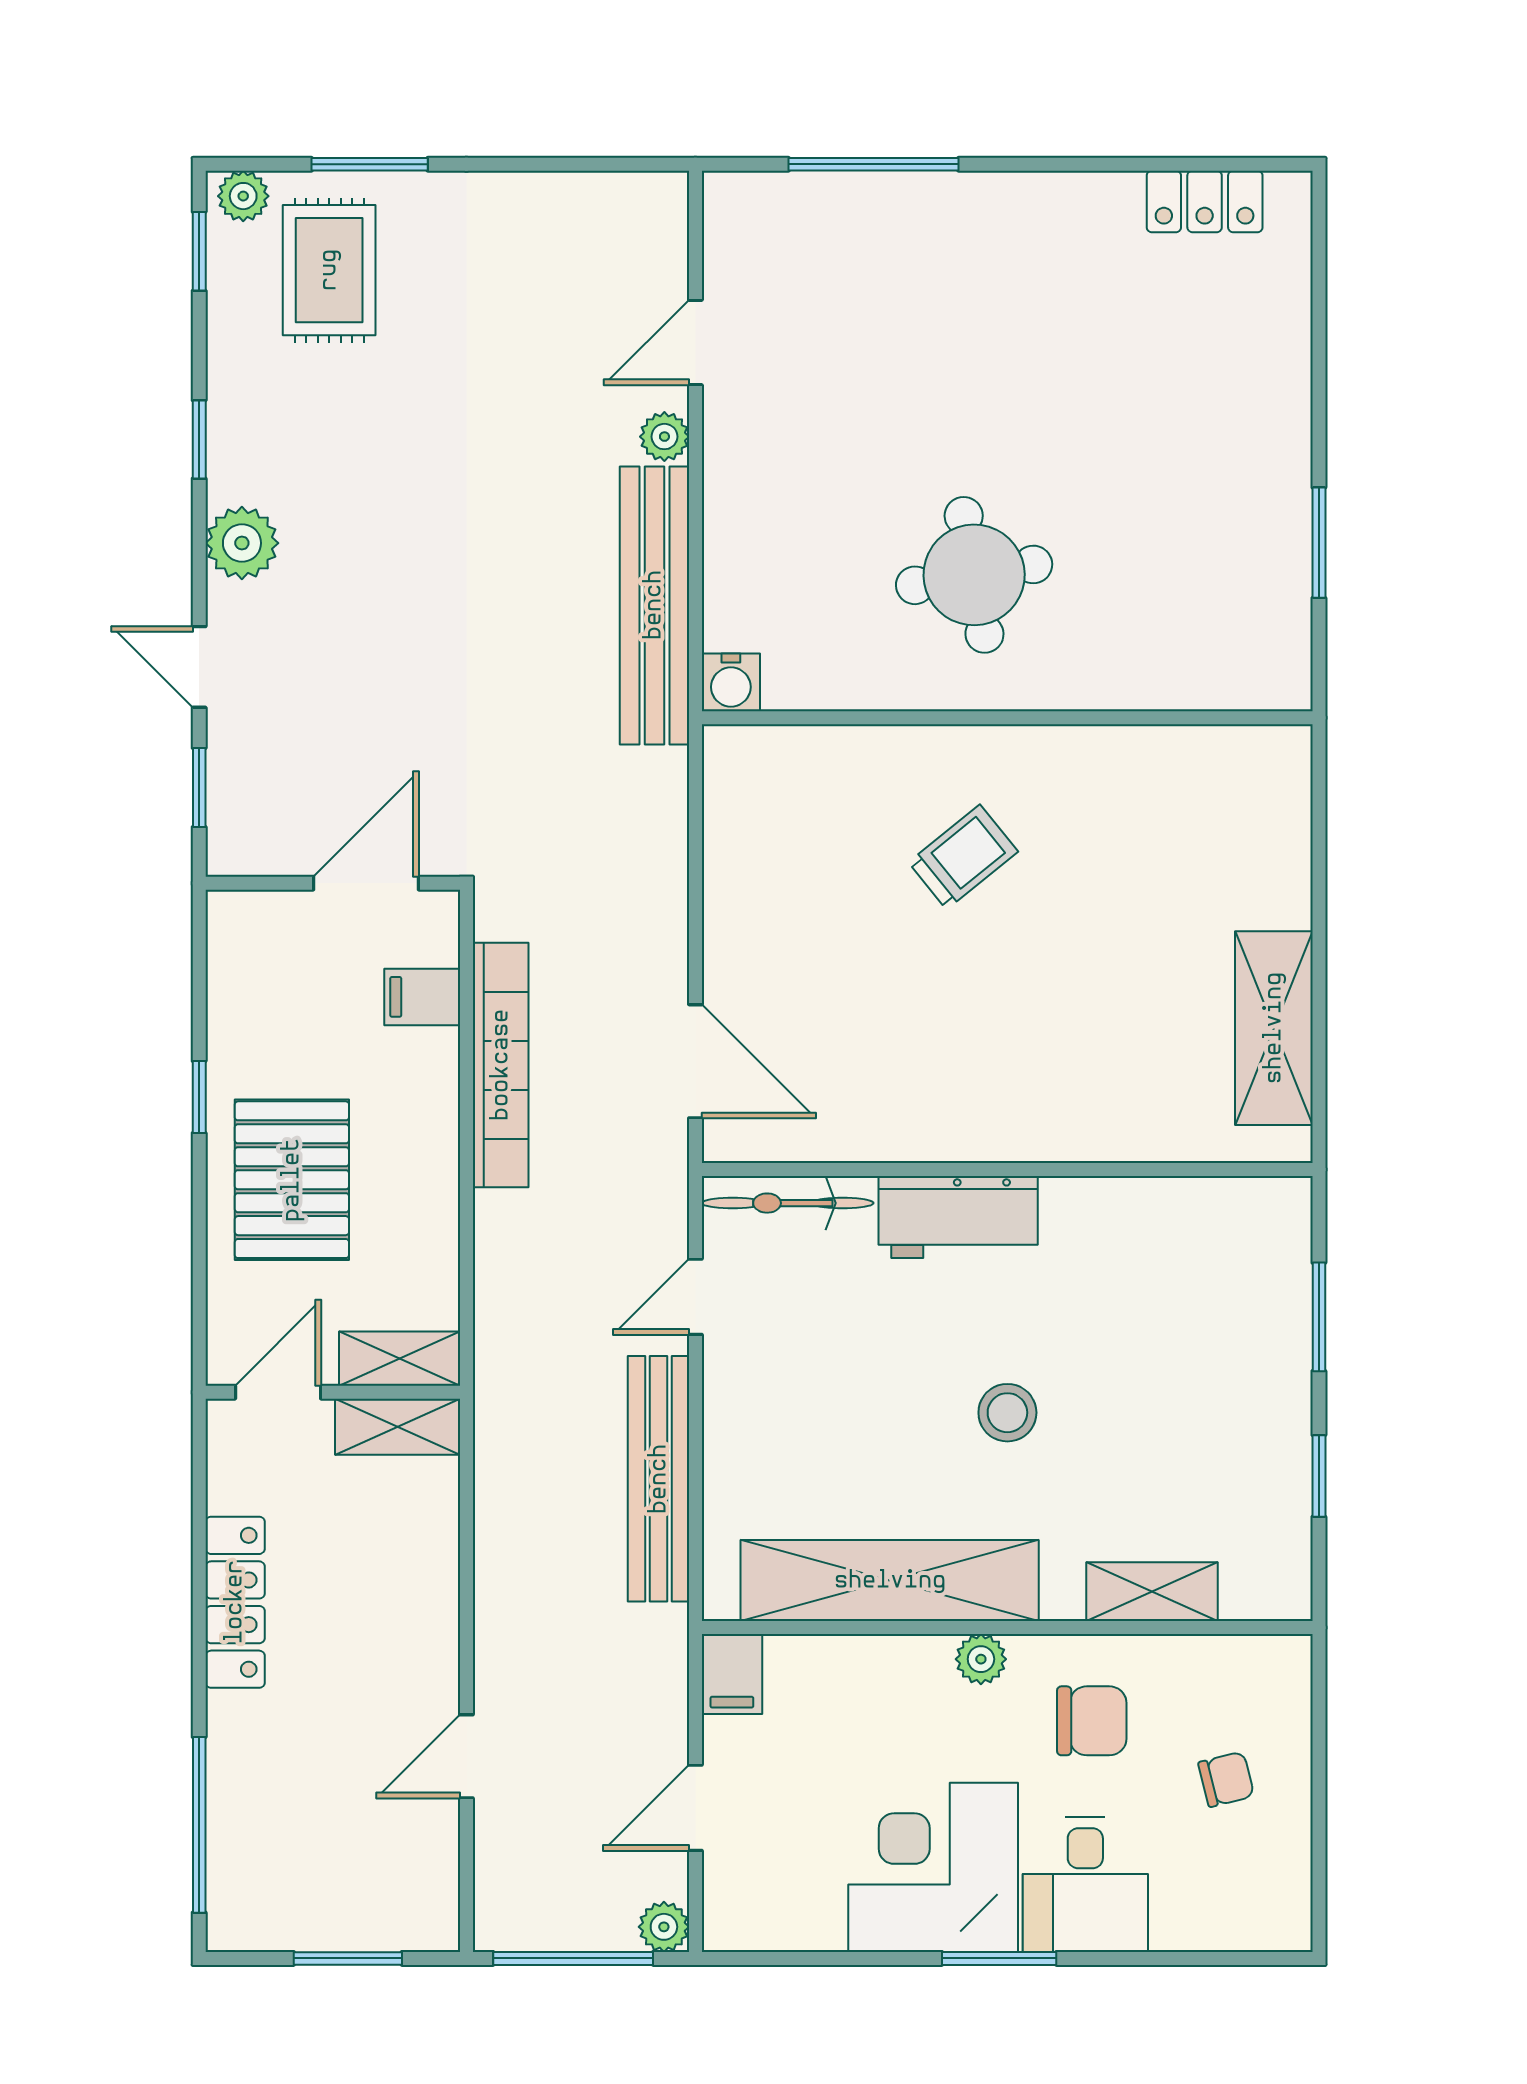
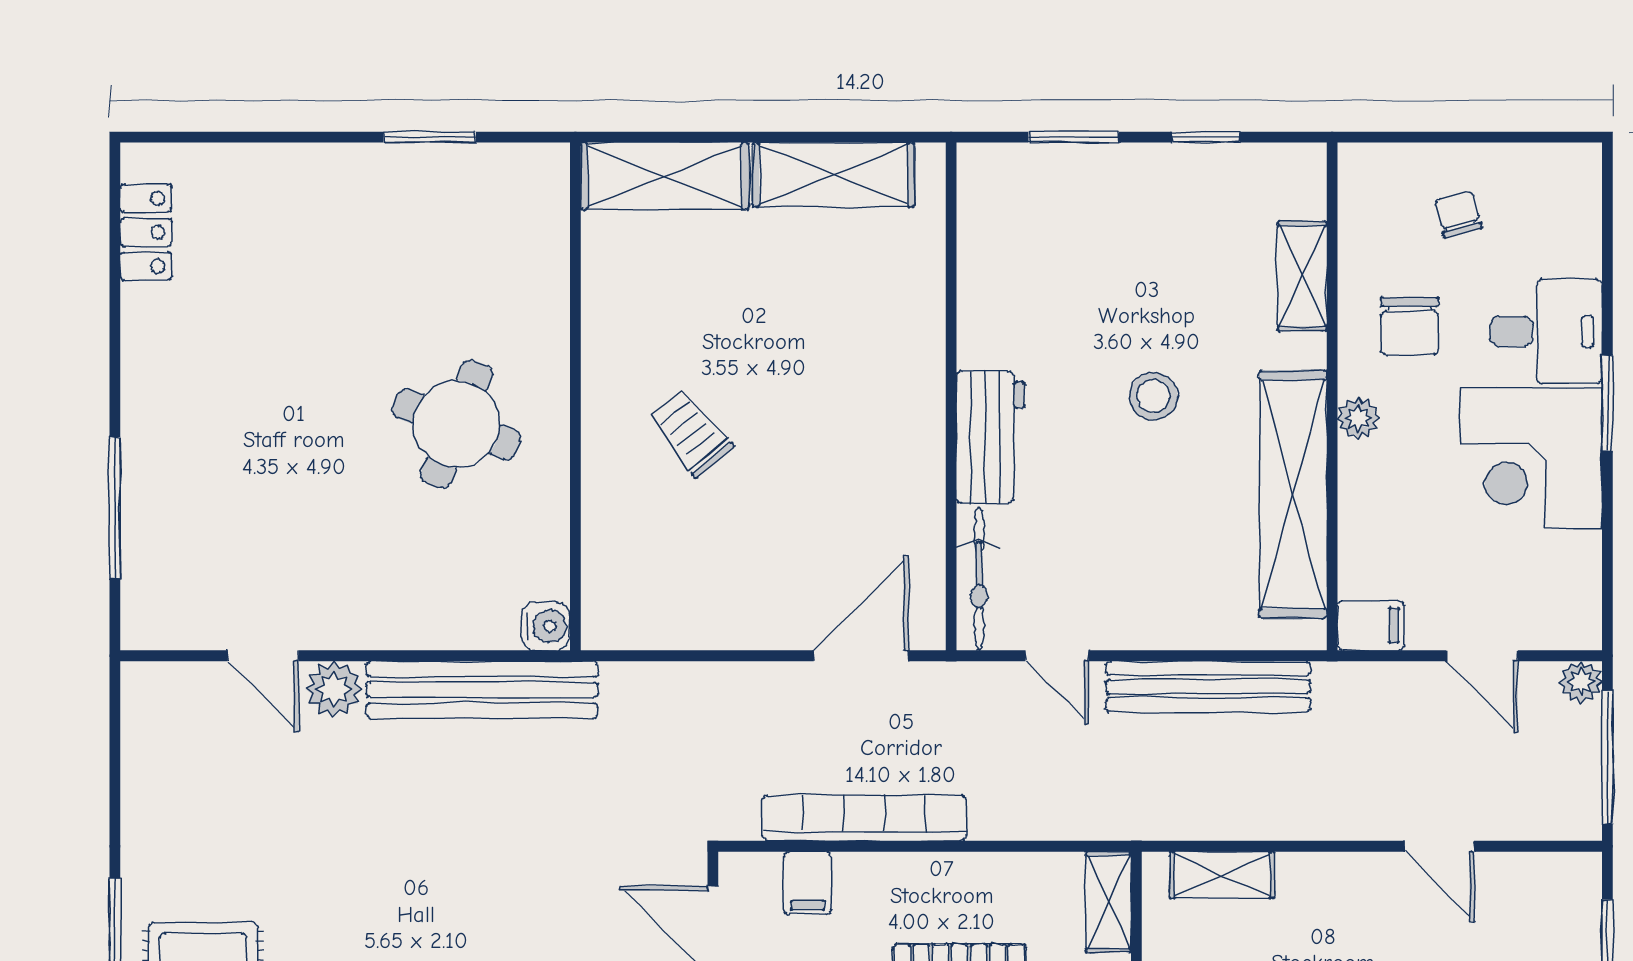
plant: (664, 437) -> (334, 689), width x1.38, depth x1.38
round table: (974, 575) -> (456, 424), turned 31
shelving: (1272, 825) -> (665, 176), added
shelving: (398, 1427) -> (1222, 875), moved, turned 90
chair: (1092, 1721) -> (1410, 326), turned 180

